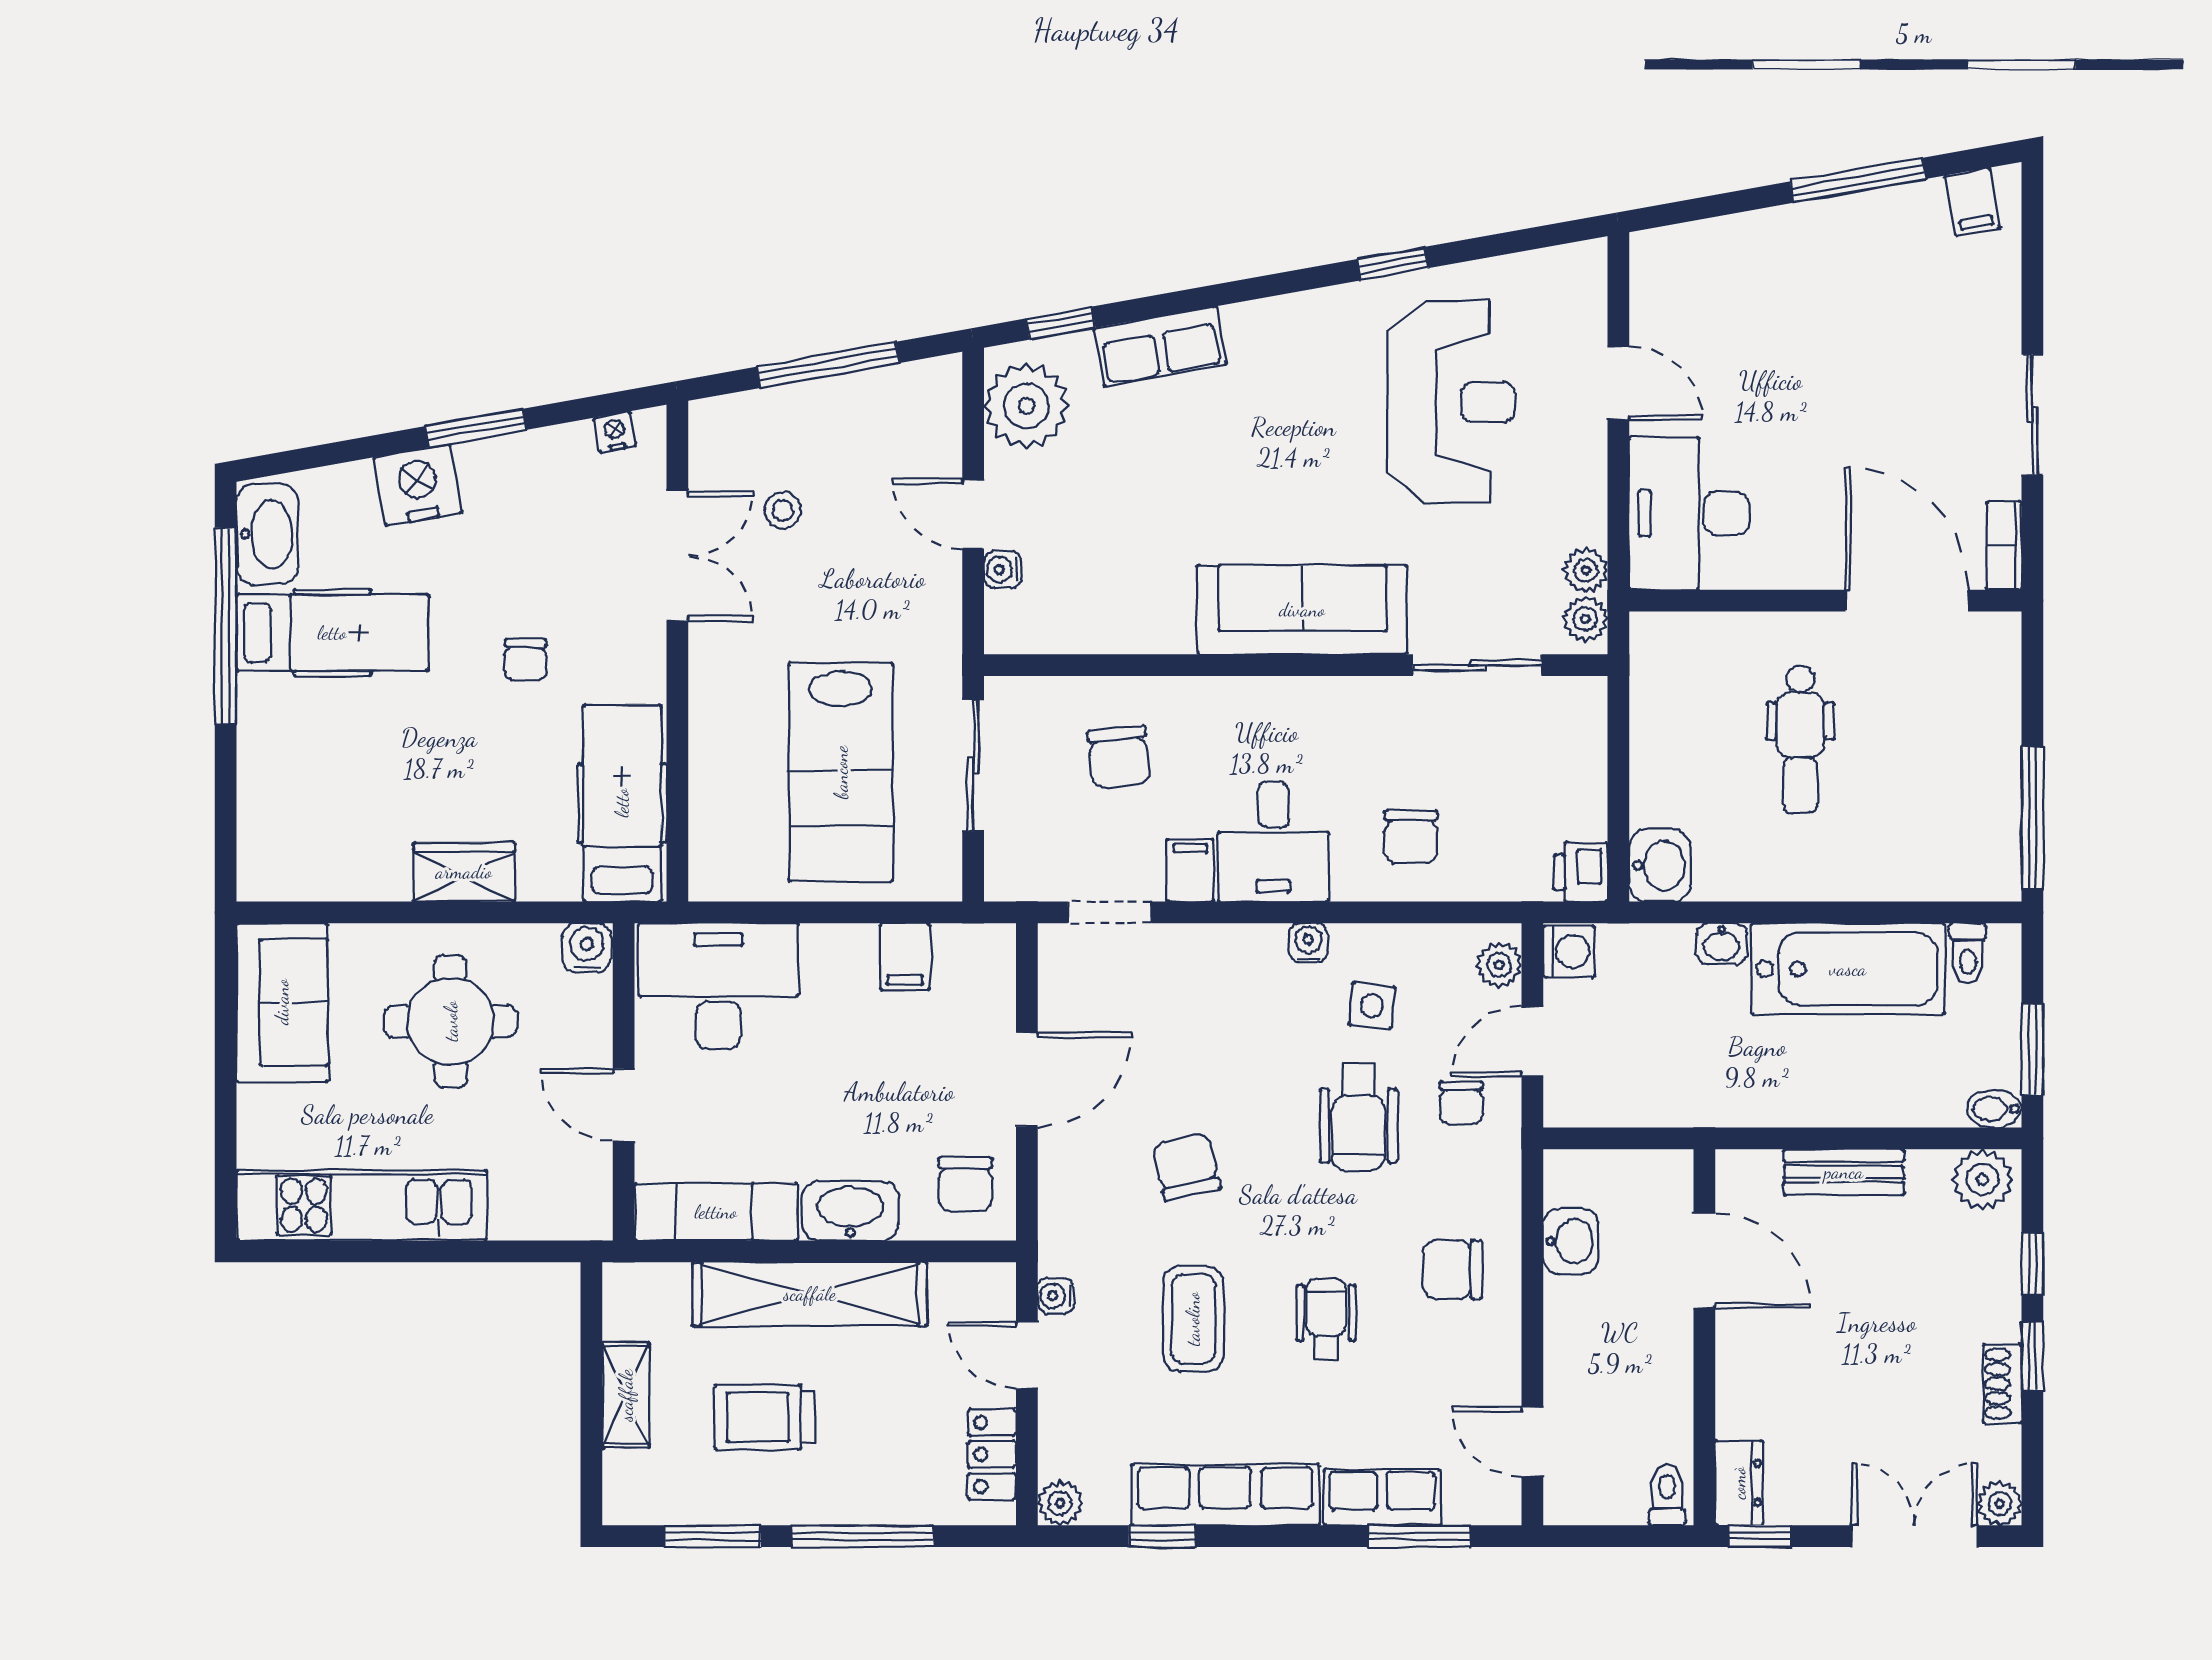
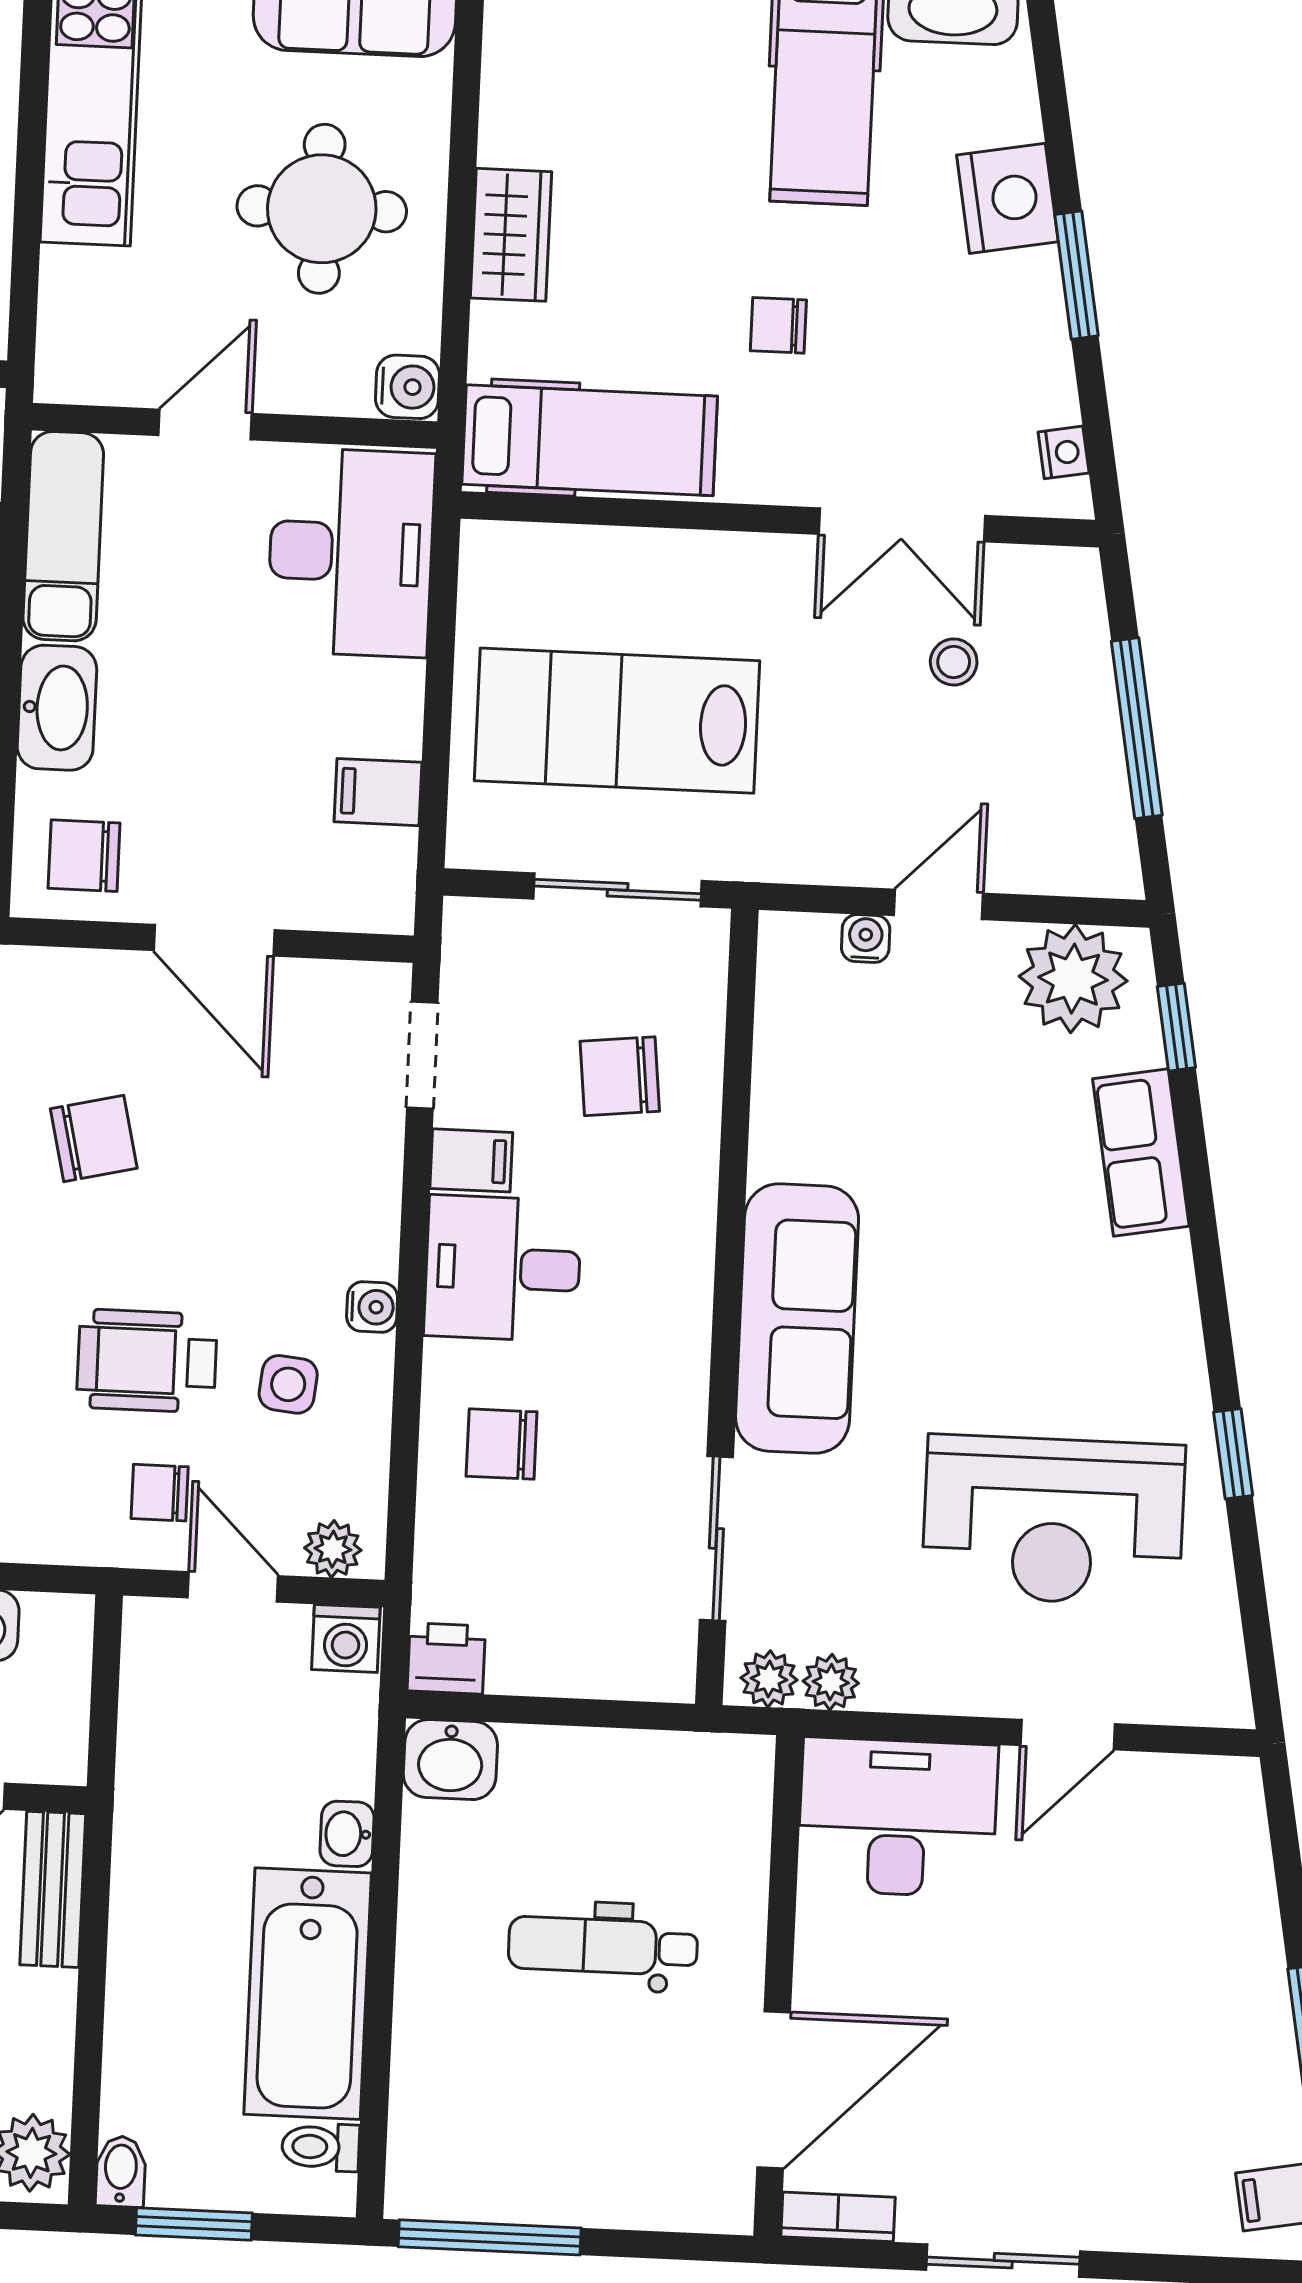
bench: (1844, 1172) -> (53, 1889), moved

